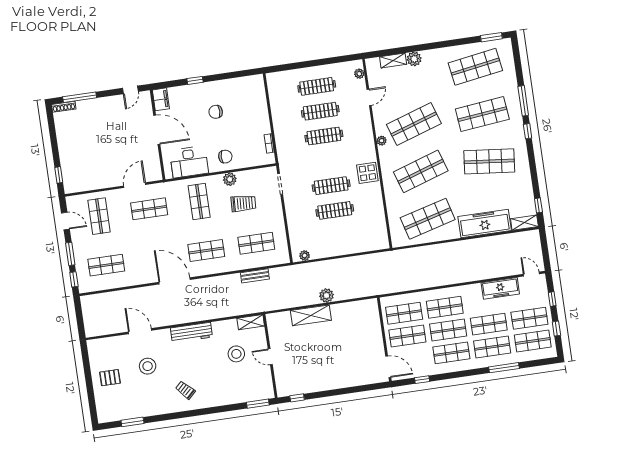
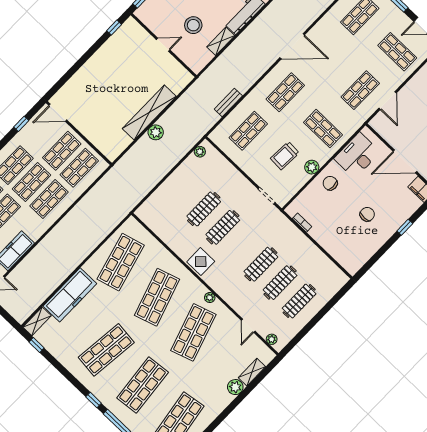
chair: (225, 157) -> (330, 183), turned 90
shelving: (311, 315) -> (149, 113), width x1.47
shelving: (251, 322) -> (221, 41), moved

